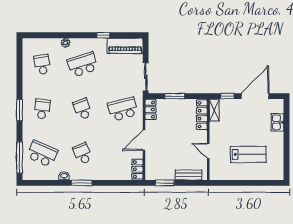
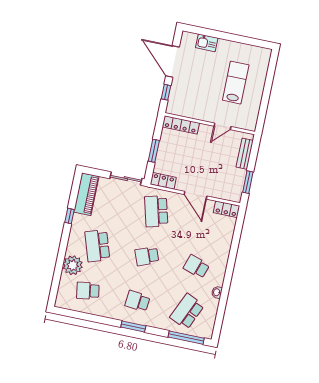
plant: (65, 43) -> (73, 265), width x1.87, depth x1.87
shelving: (214, 110) -> (179, 110), removed
school desk: (83, 154) -> (196, 267), turned 42
window: (82, 183) -> (229, 274), removed

